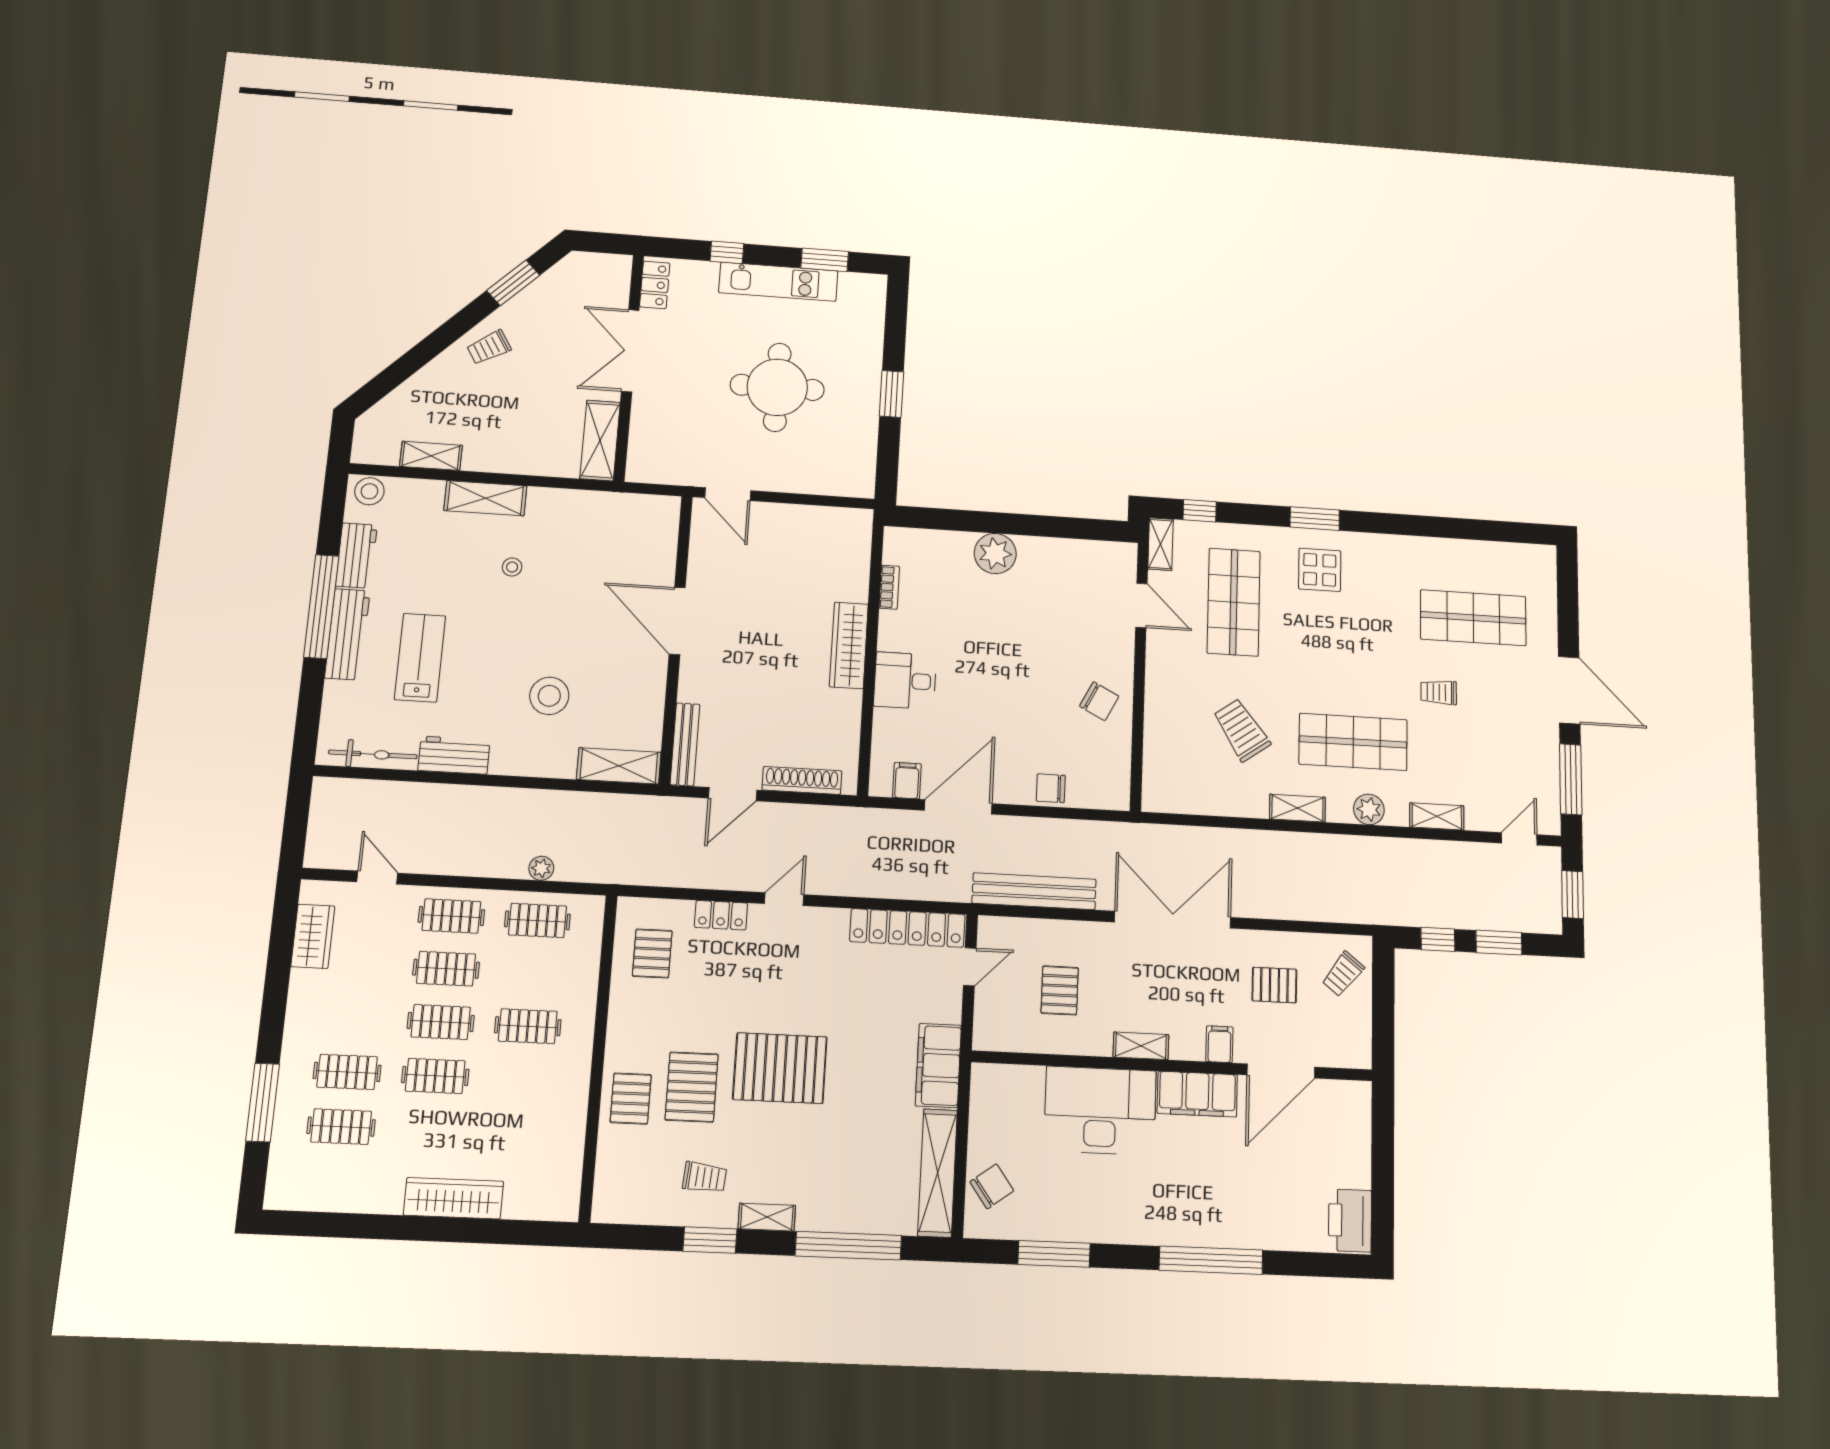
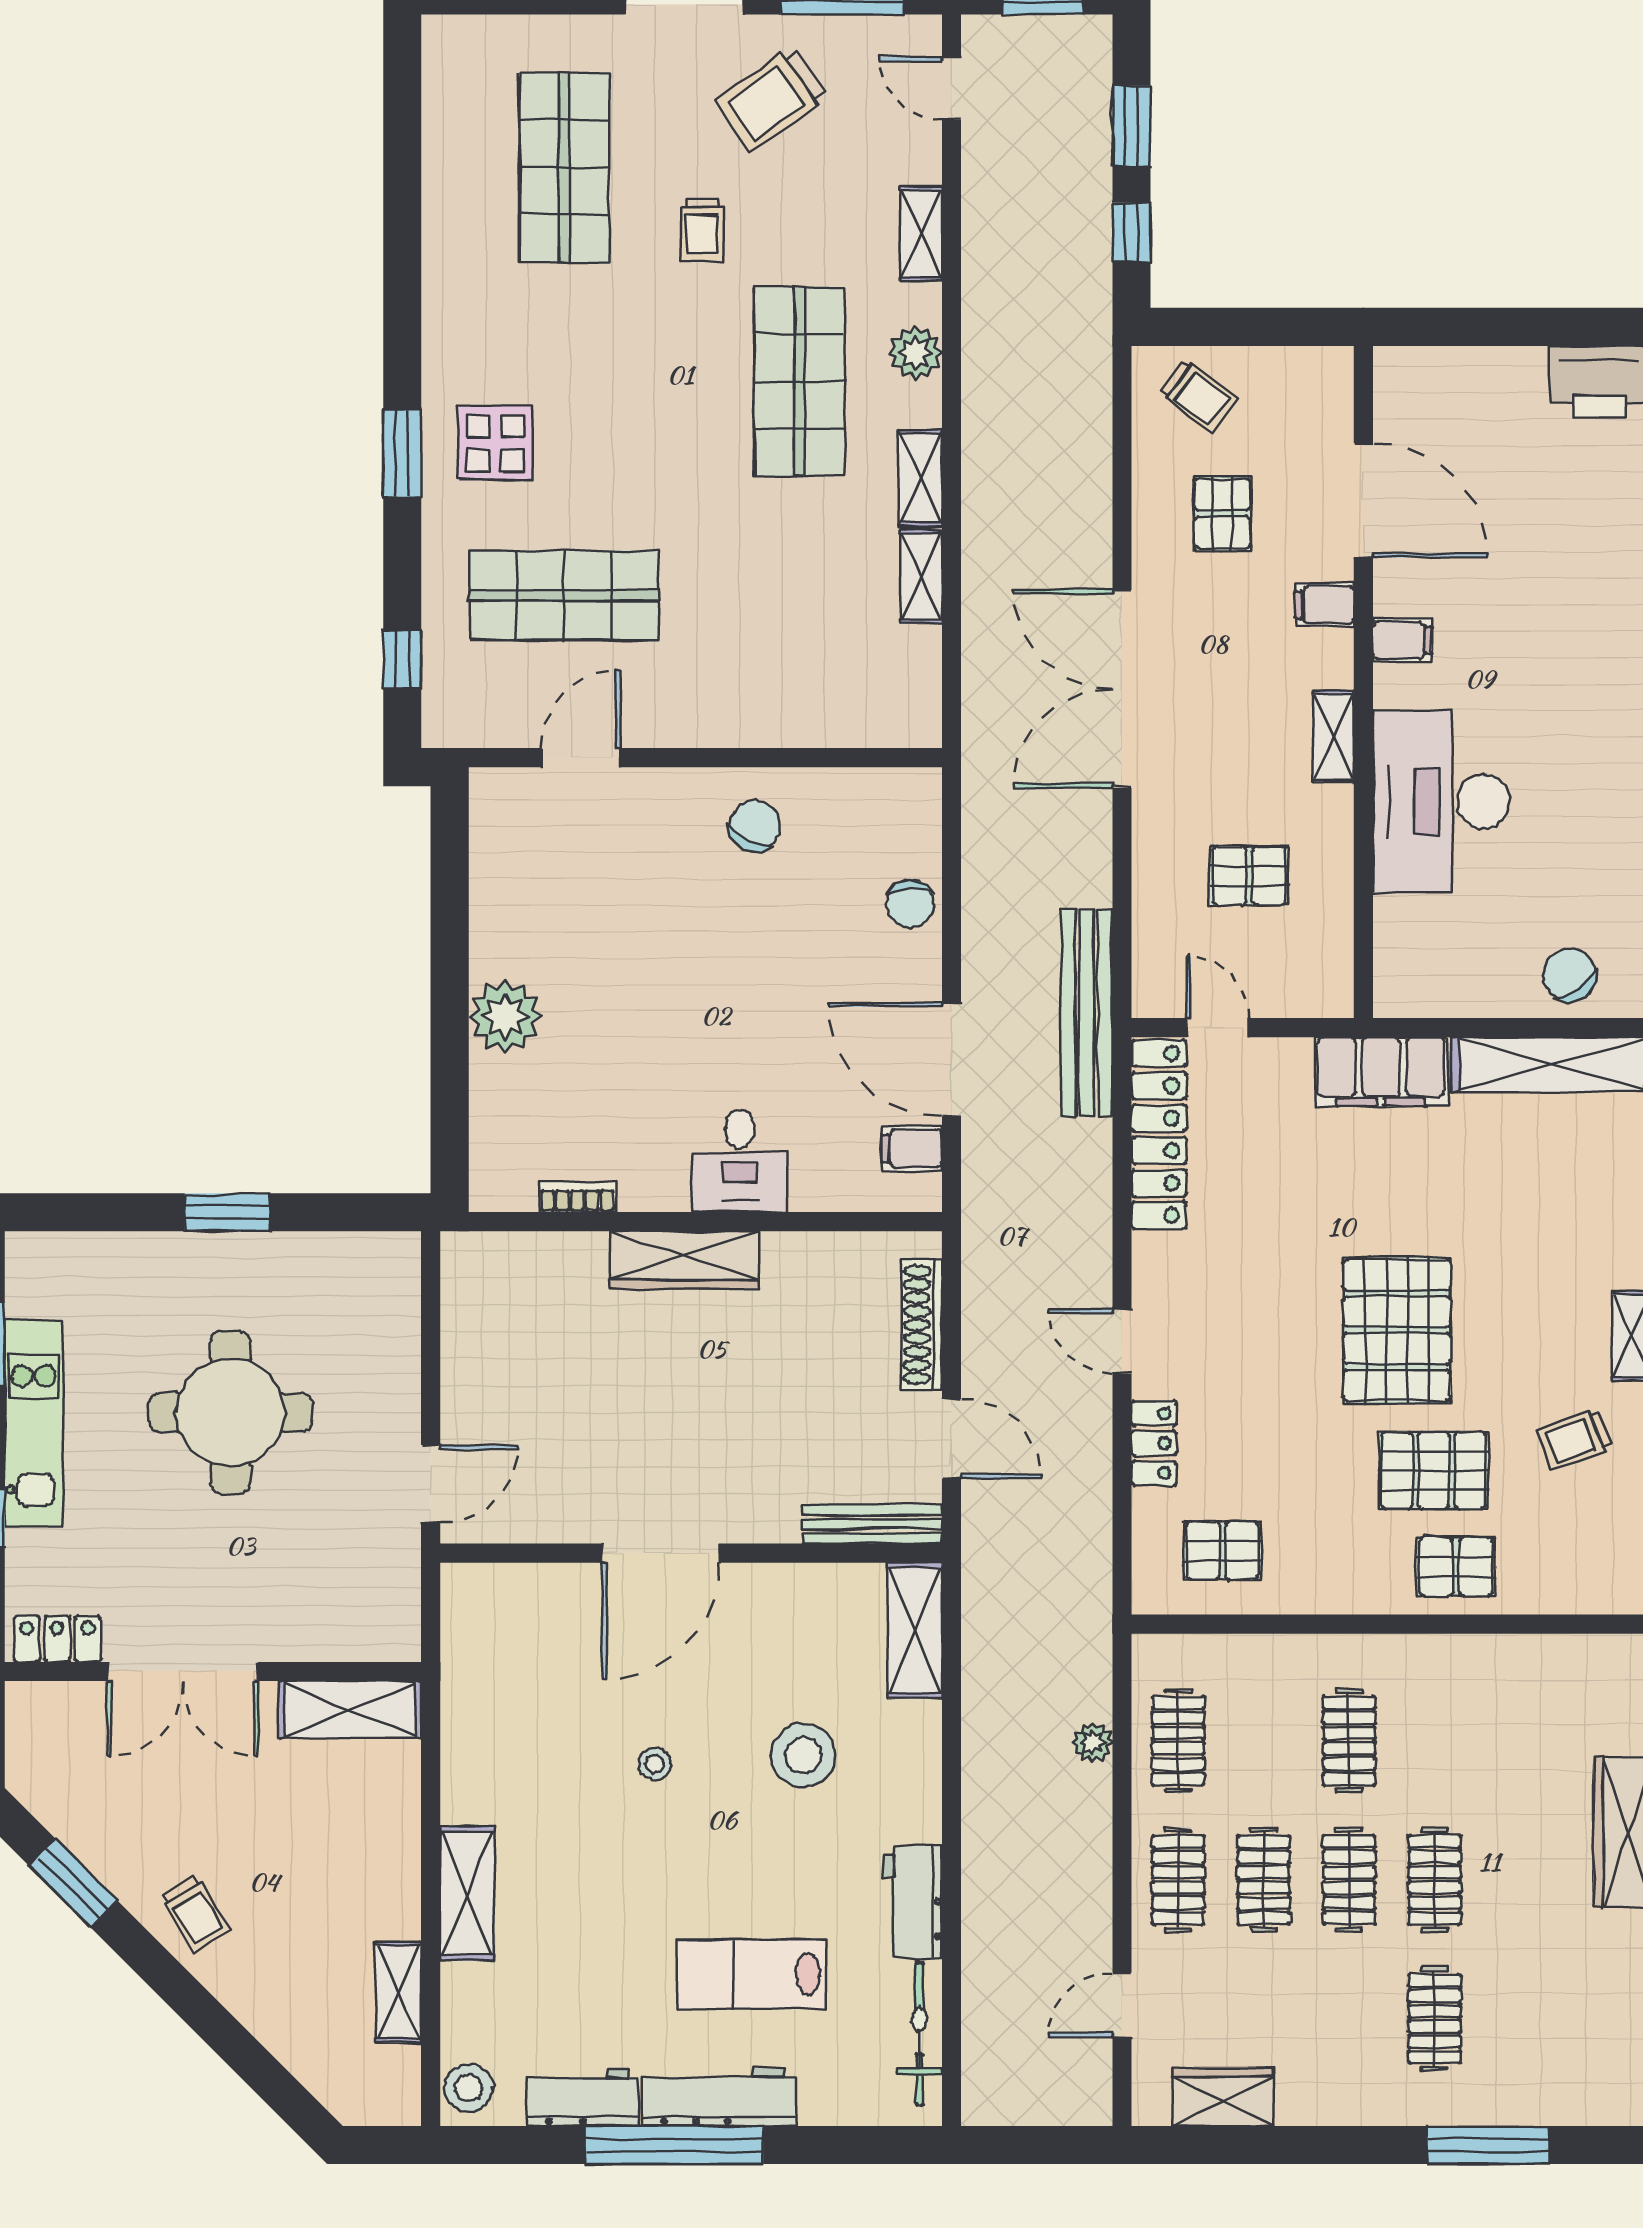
shelving: (1161, 544) -> (921, 577), moved, turned 90
stool: (512, 567) -> (655, 1764), moved
trolley: (1241, 730) -> (772, 99), moved
bench: (1034, 891) -> (1087, 1013), moved
filing cabinet: (1197, 1094) -> (1402, 640), width x0.33, depth x0.86
clothes rail: (341, 1127) -> (1520, 2019), removed
trolley: (705, 1177) -> (1574, 1439), turned -115

